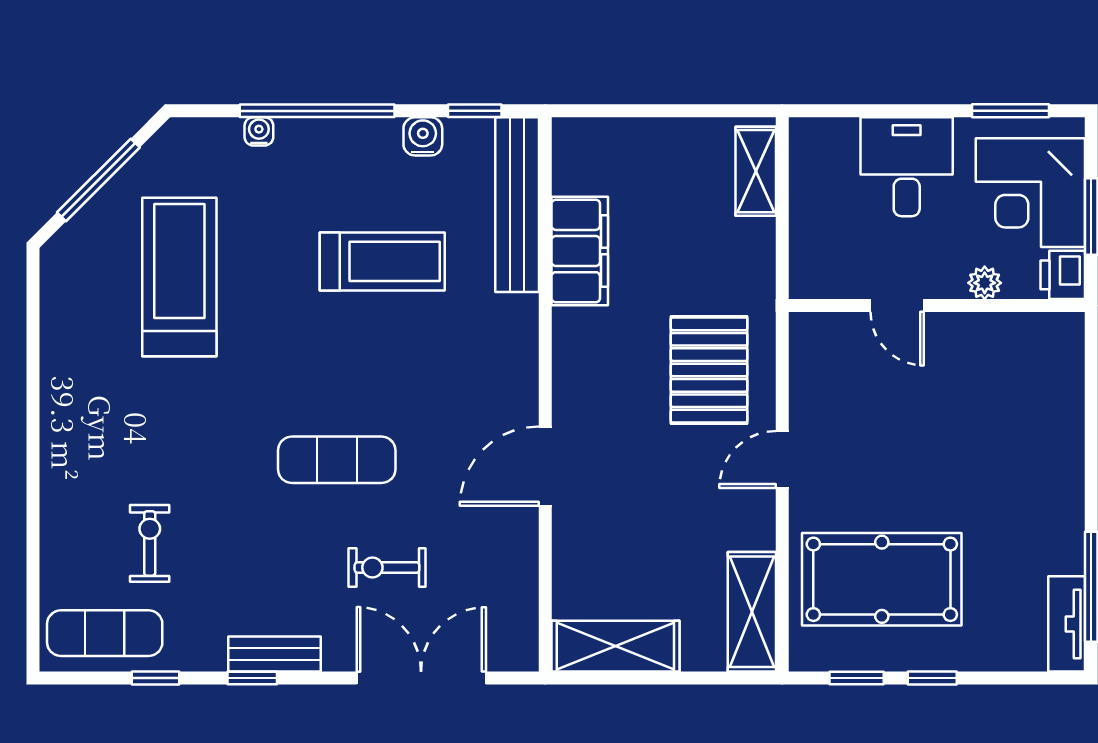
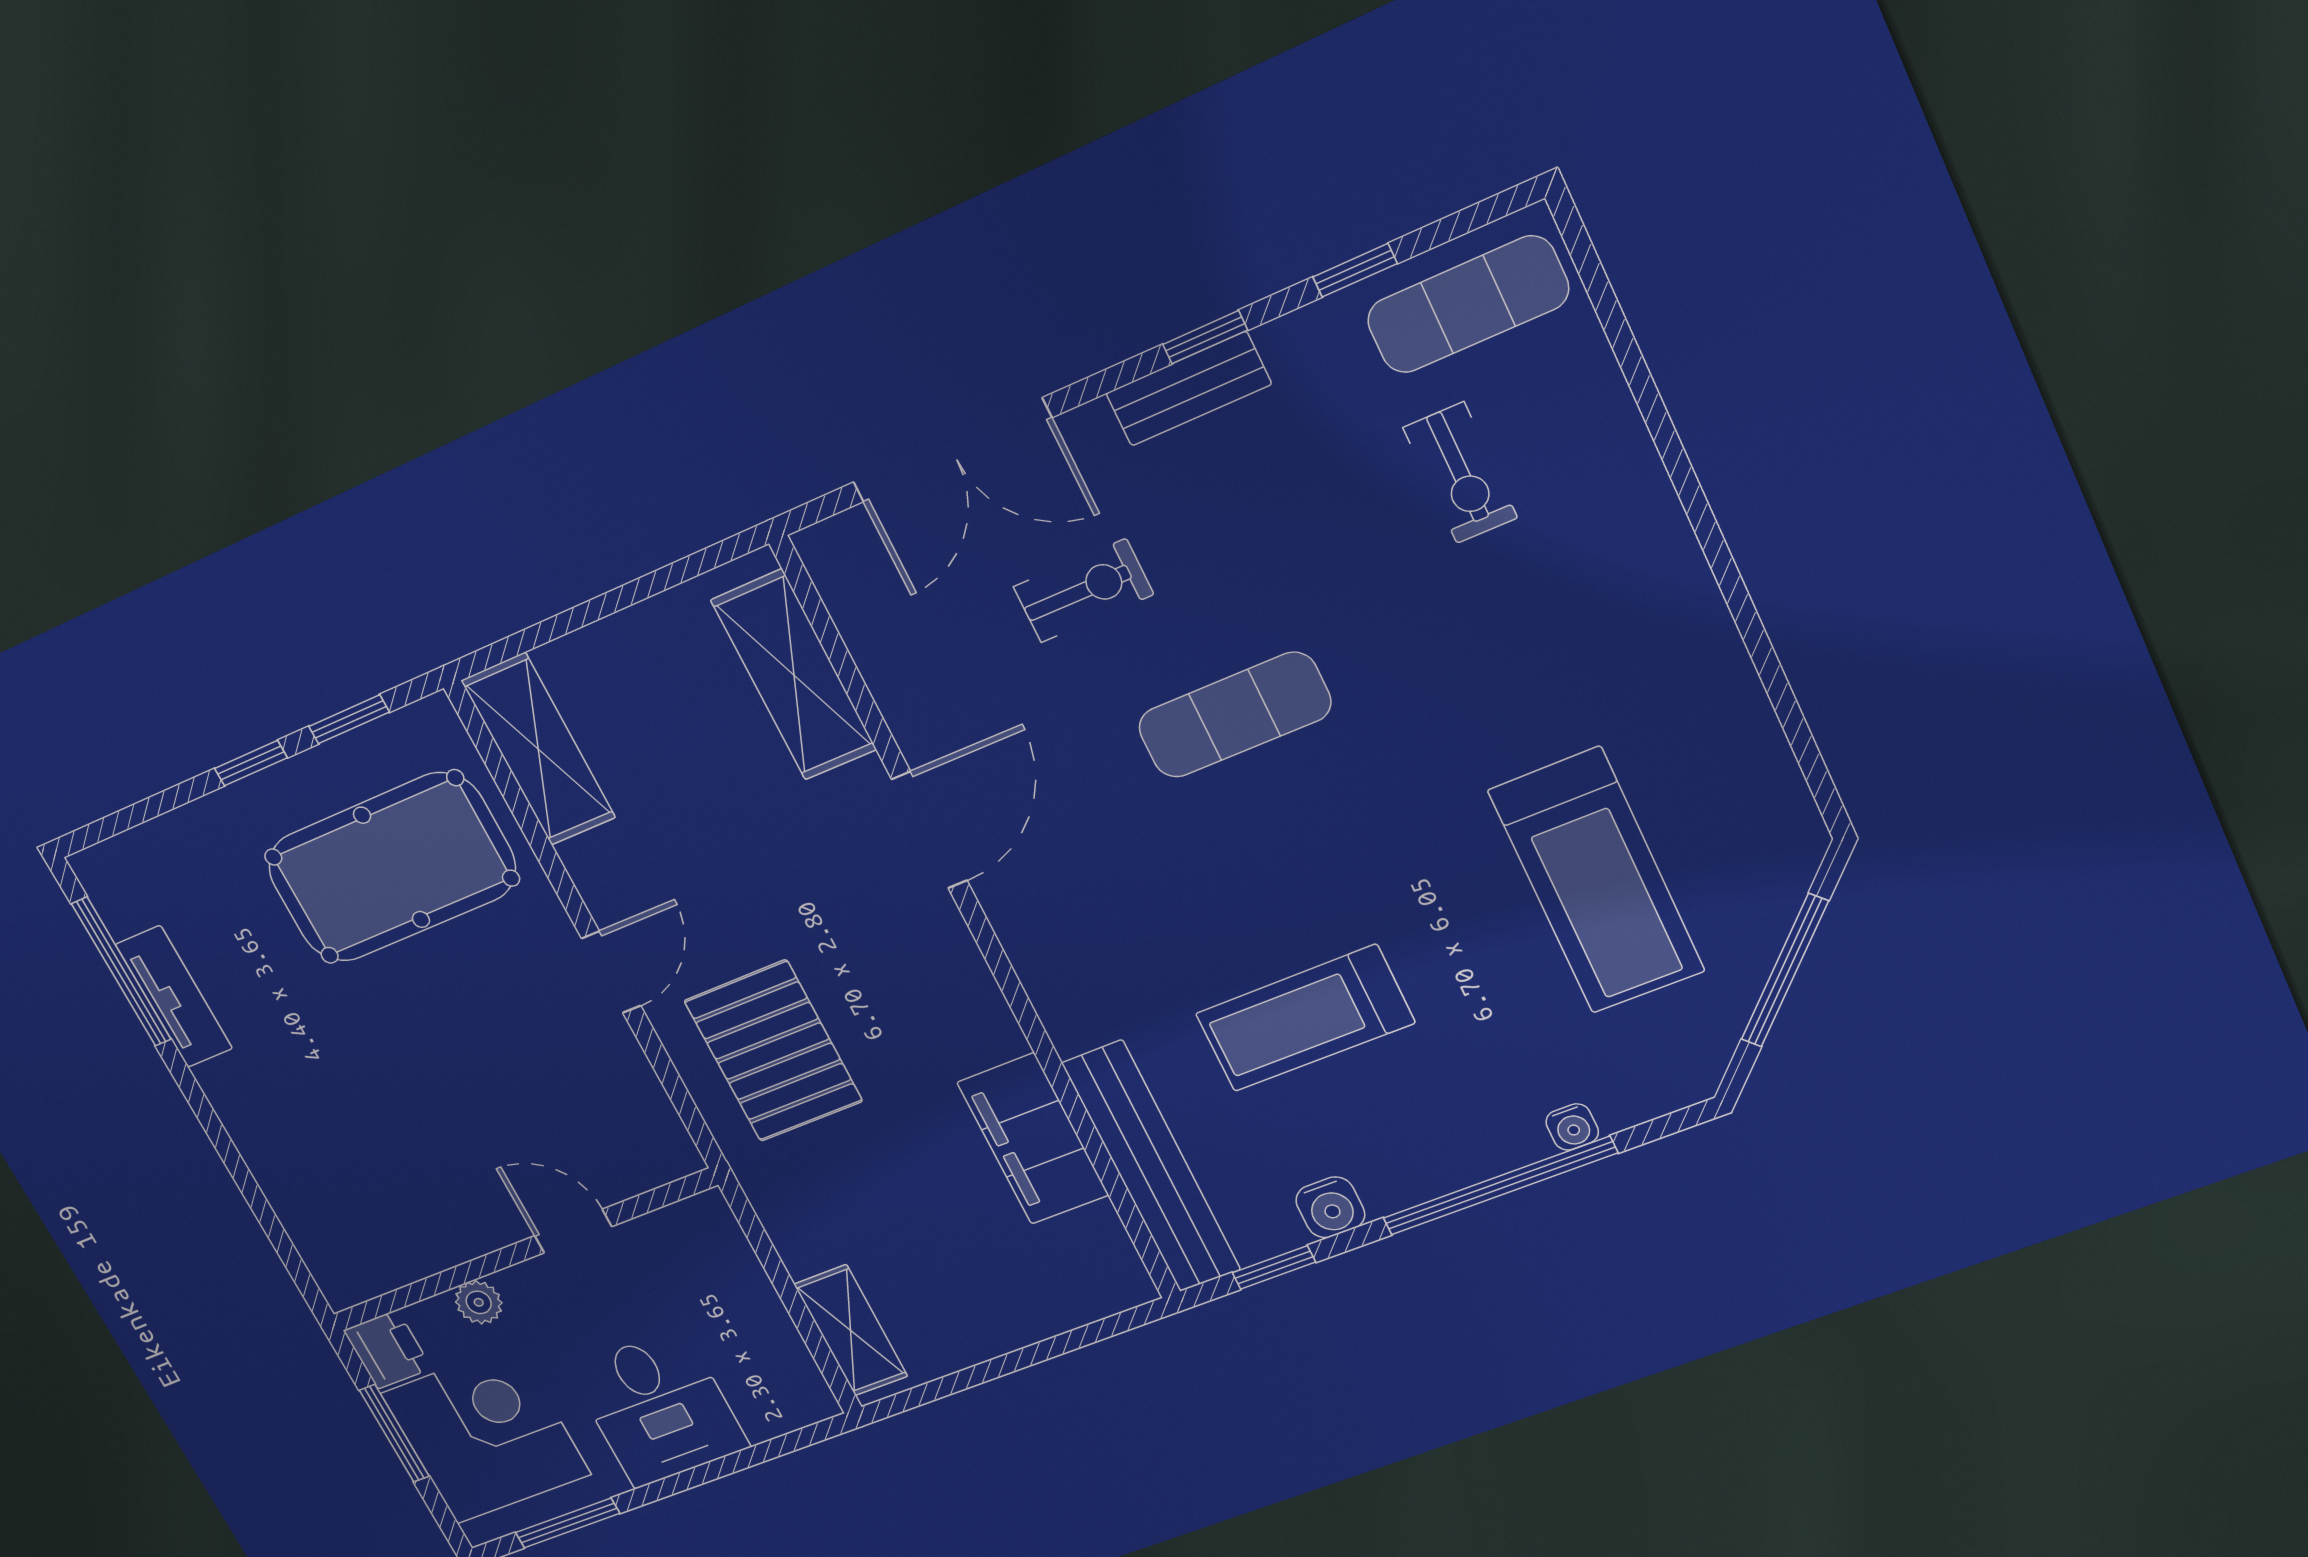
tv unit: (1067, 624) -> (174, 997), moved
shelving: (615, 646) -> (794, 675), moved, turned 90

